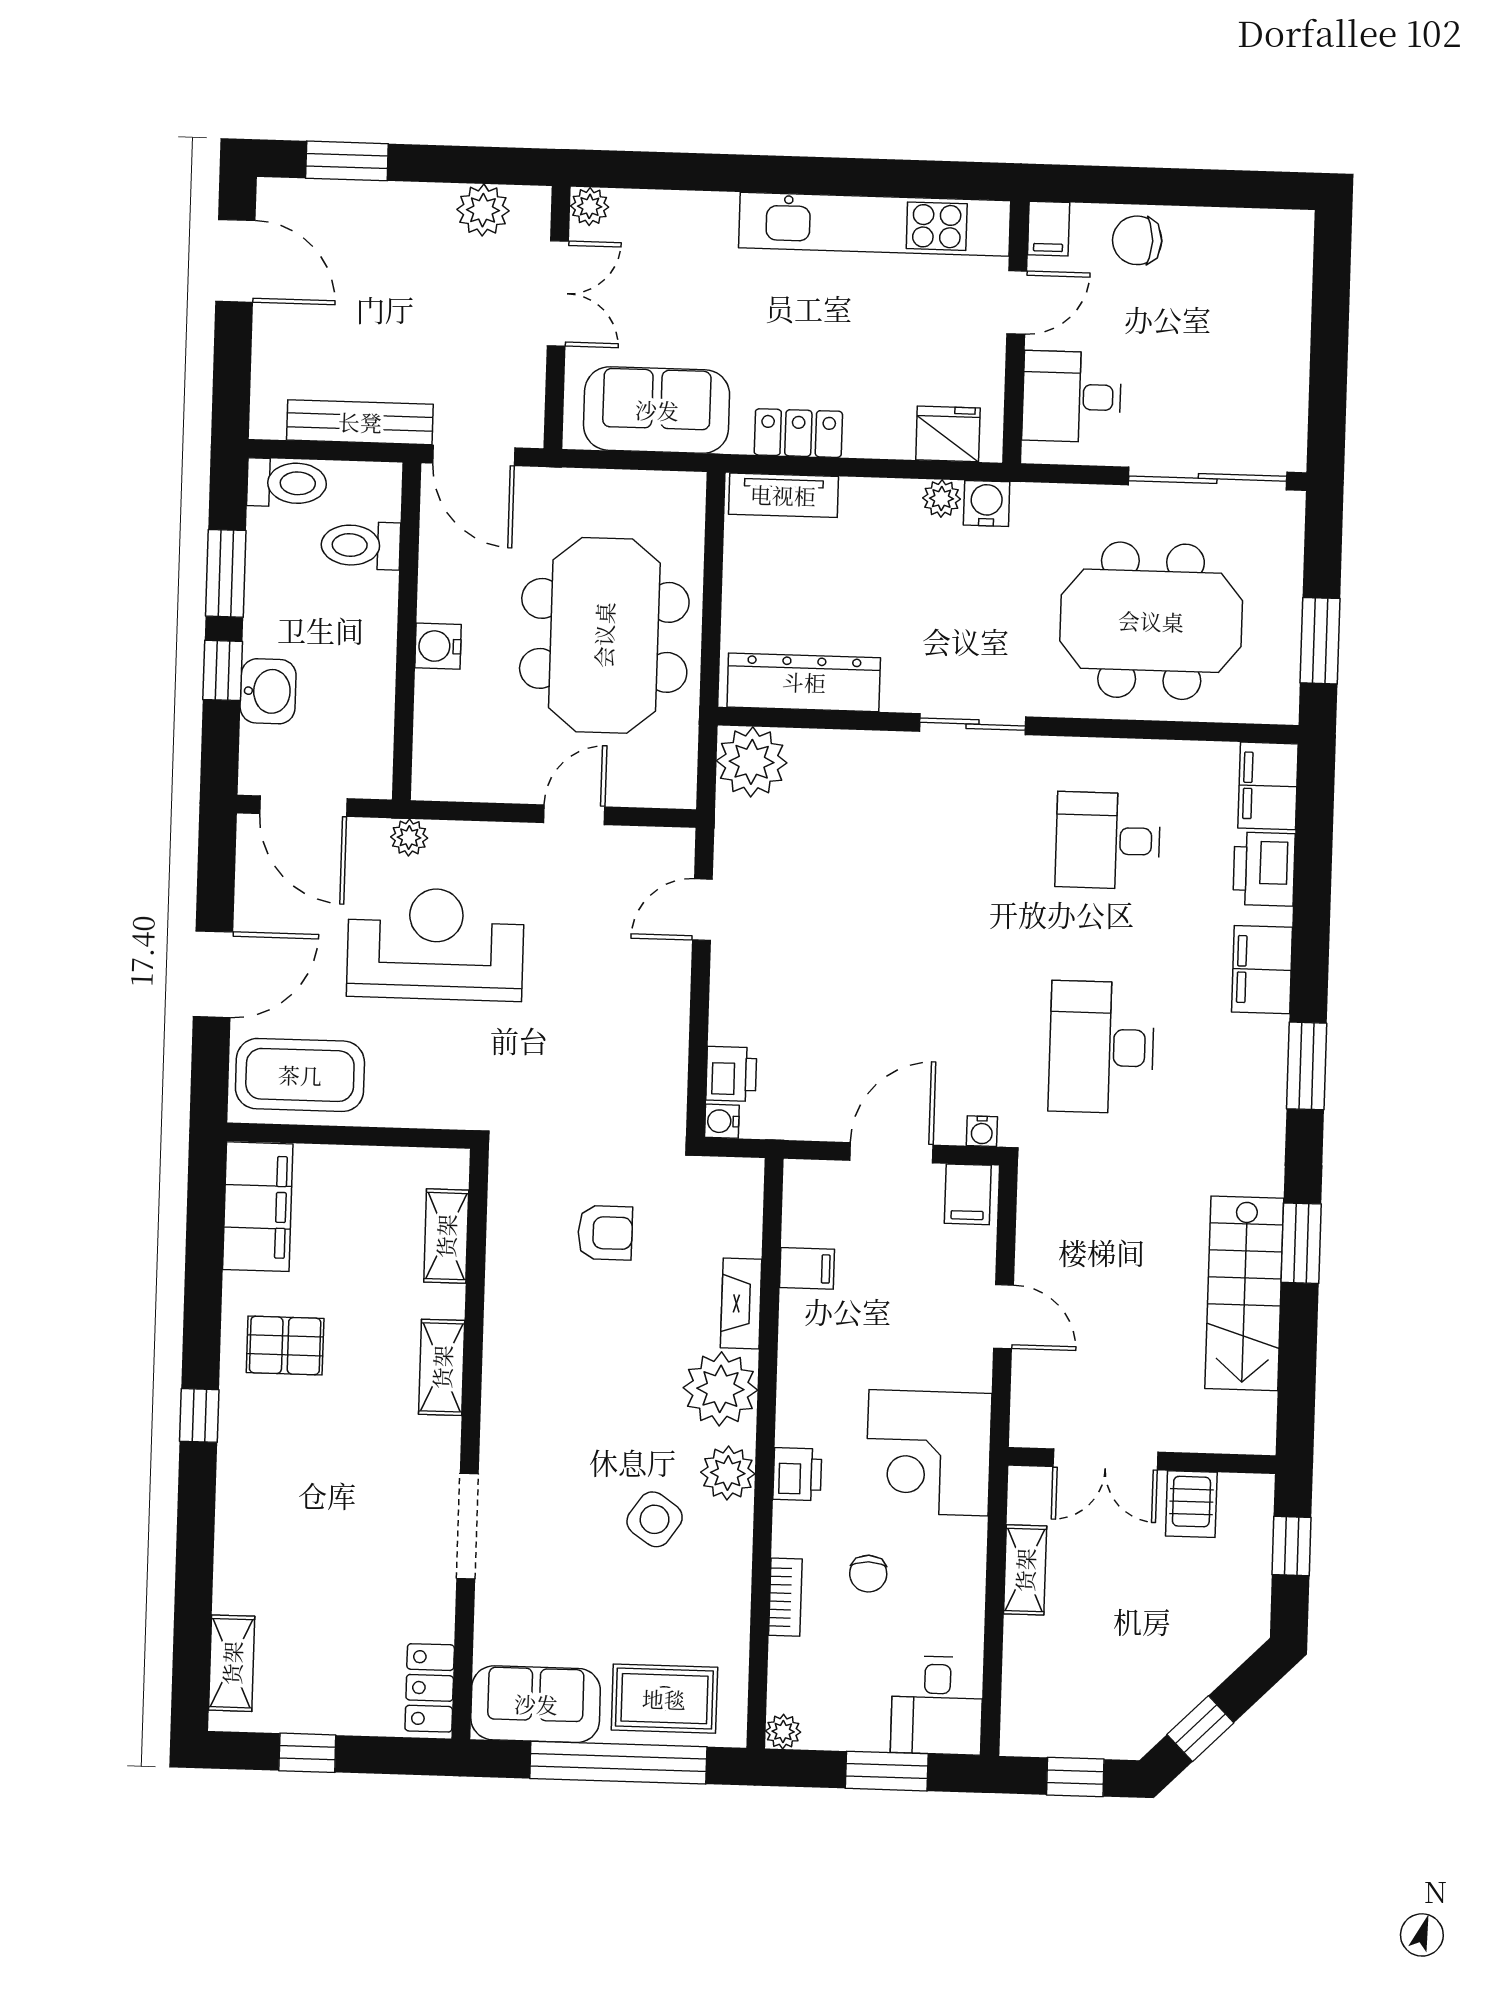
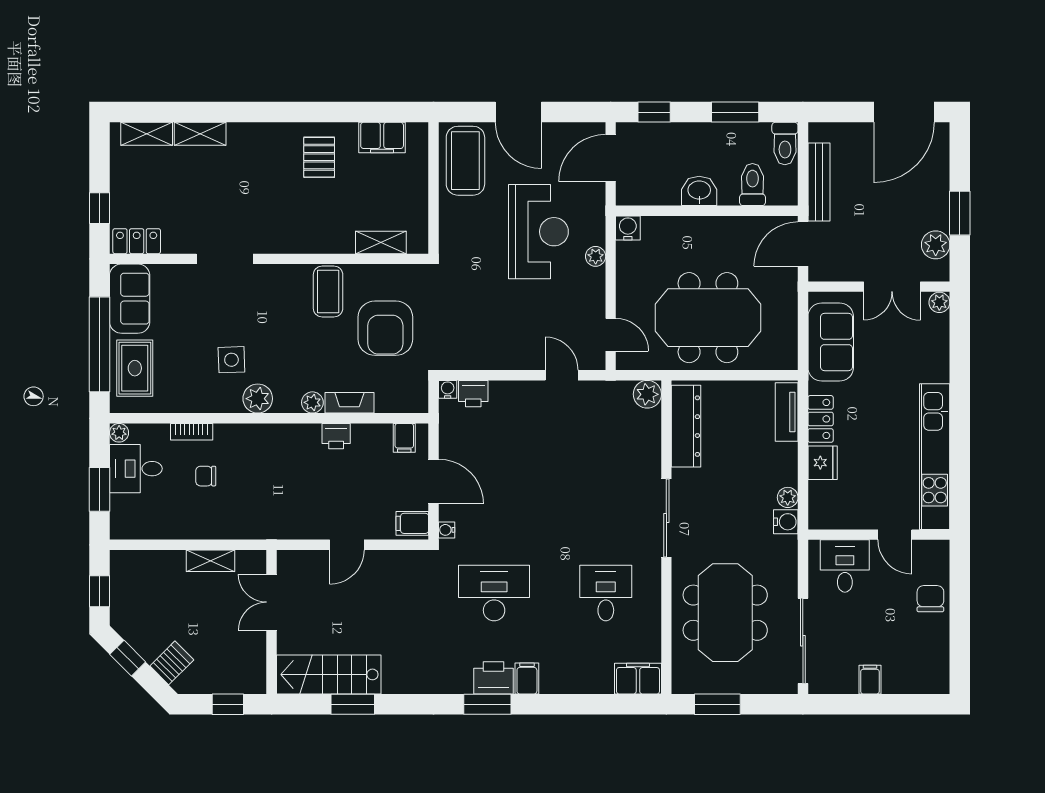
window: (347, 161) -> (960, 213), moved
filing cabinet: (1049, 229) -> (870, 680), moved, turned 90
door: (235, 261) -> (904, 112), width x1.36
fridge: (948, 434) -> (823, 463), moved
water cooler: (438, 646) -> (628, 228), moved
window: (223, 670) -> (654, 112), moved
washbasin: (268, 691) -> (699, 191), moved, turned 180
sliding door: (973, 724) -> (666, 518), width x1.37
plant: (752, 762) -> (647, 394), width x0.73, depth x0.73
door: (574, 815) -> (611, 335), moved
plant: (409, 837) -> (596, 256), moved
printer: (1264, 869) -> (494, 678), moved
filing cabinet: (1262, 970) -> (527, 678), width x0.50
filing cabinet: (258, 1207) -> (382, 138), width x0.67, depth x0.86
armchair: (605, 1233) -> (385, 328), width x1.88, depth x1.88
window: (1301, 1243) -> (353, 704), moved
filing cabinet: (807, 1268) -> (404, 438), moved
stairs: (1244, 1293) -> (329, 674), moved
coffee table: (534, 1337) -> (328, 292), added
shelving: (442, 1367) -> (200, 134), moved
plant: (720, 1389) -> (312, 402), width x0.53, depth x0.53
window: (199, 1415) -> (280, 112), removed
corner desk: (928, 1453) -> (272, 507), removed
printer: (797, 1474) -> (336, 436), moved
server rack: (1191, 1504) -> (172, 663), moved, turned 135
side table: (655, 1519) -> (231, 360), turned -37
desk: (937, 1705) -> (136, 469), moved
window: (307, 1753) -> (99, 208), moved

